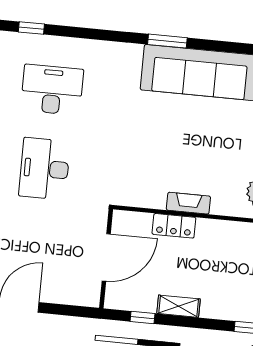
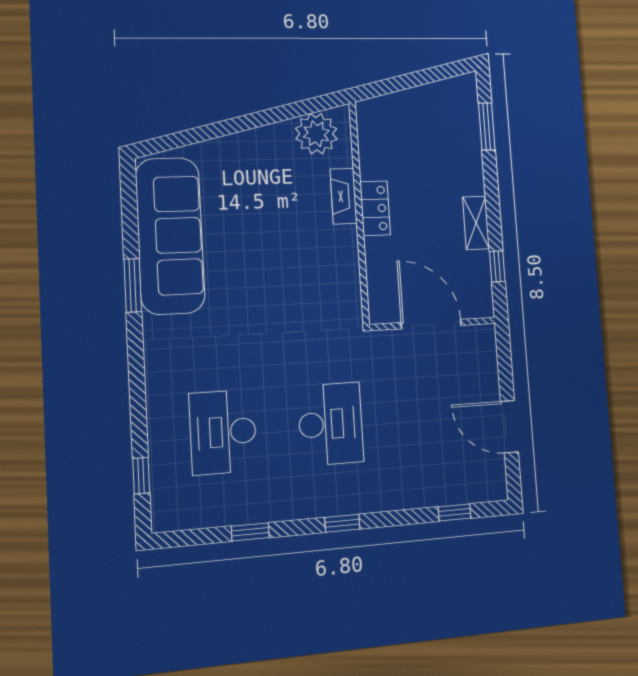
desk: (44, 169) -> (331, 424), turned -90
fireplace: (188, 203) -> (344, 196), moved
locker: (174, 226) -> (375, 208), moved

